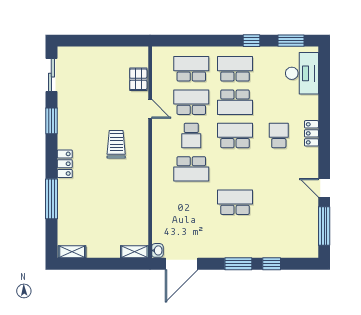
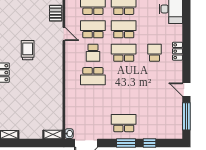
school desk: (235, 102) -> (124, 29), turned 180
trolley: (116, 144) -> (28, 50), moved
school desk: (235, 202) -> (124, 123), moved

